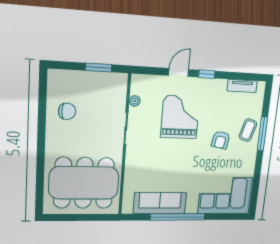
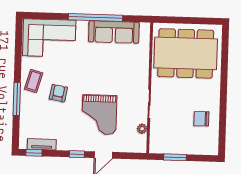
window: (251, 77) -> (34, 153), added
coffee table: (248, 130) -> (34, 81), moved

